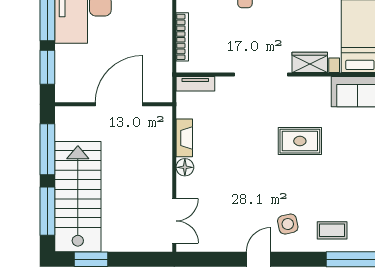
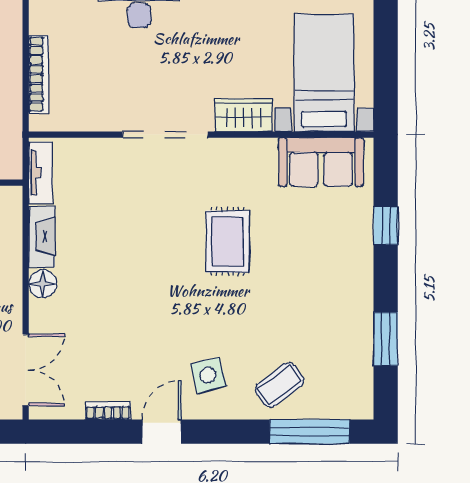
tv unit: (195, 84) -> (40, 173), moved, turned -90
rug: (300, 141) -> (228, 242), turned 90
coffee table: (332, 230) -> (279, 385), turned -37
bookcase: (225, 246) -> (108, 411), added

